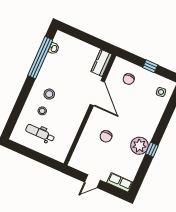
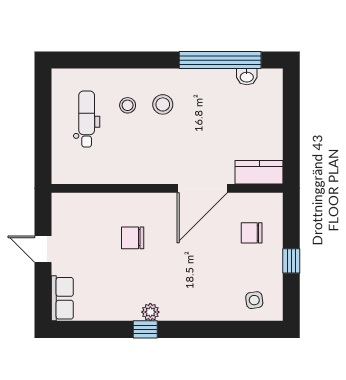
plant: (139, 146) -> (150, 312), width x0.53, depth x0.53

